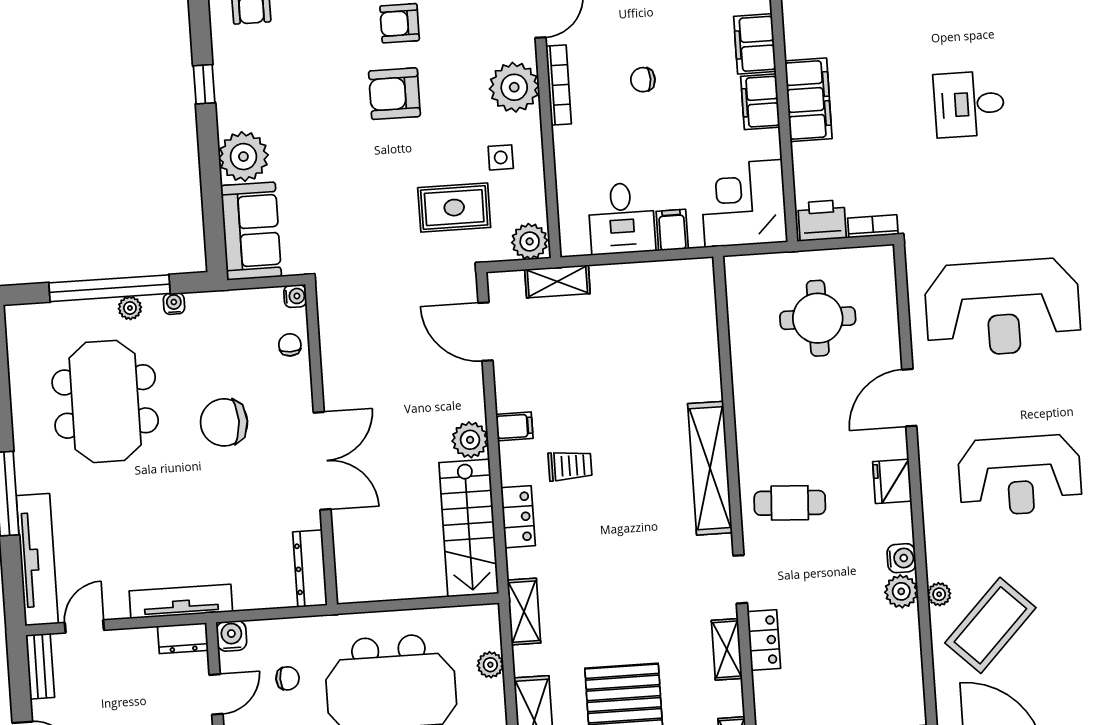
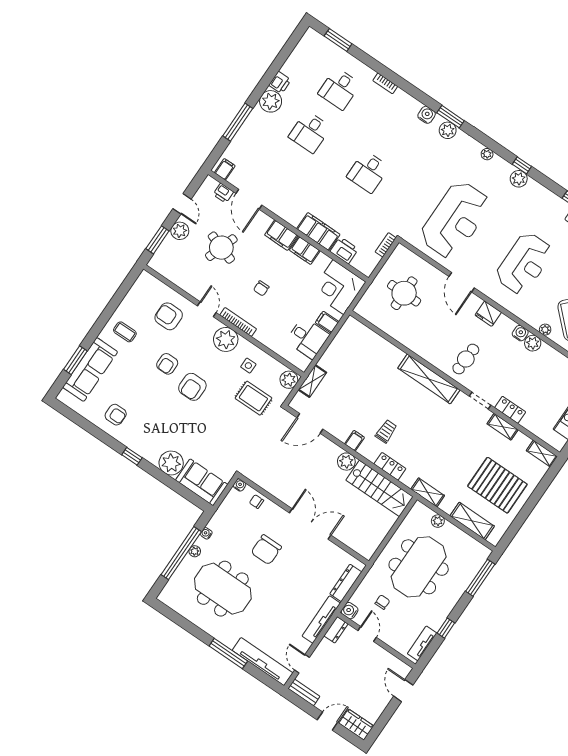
rug: (454, 208) -> (253, 398), turned 90
printer: (822, 220) -> (344, 250), moved, turned 90
dresser: (310, 569) -> (346, 583), moved, turned 90

